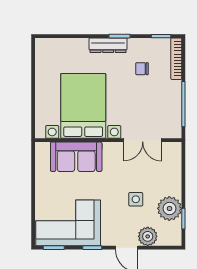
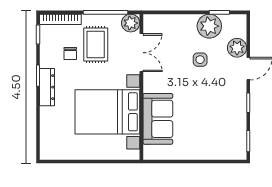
rug: (151, 94) -> (96, 45), added
plant: (173, 129) -> (131, 23), added
corner sofa: (68, 223) -> (224, 127), removed

